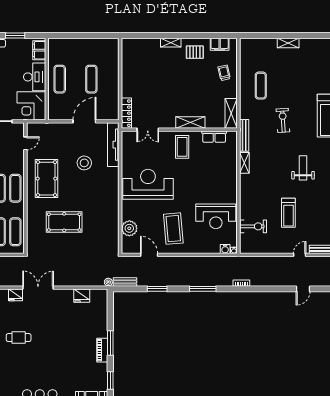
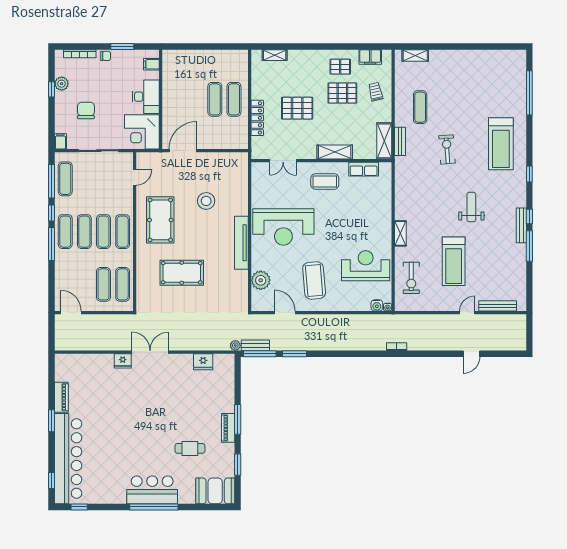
shelving: (171, 43) -> (275, 55), moved
shelving: (288, 43) -> (415, 55), moved
filing cabinet: (39, 50) -> (151, 64), width x0.50
pallet: (197, 74) -> (342, 93), added
exercise mat: (60, 79) -> (234, 99), moved
pallet: (159, 86) -> (297, 108), added
locker: (126, 113) -> (257, 118), moved
door: (84, 121) -> (183, 151), moved
bench: (244, 135) -> (400, 141), moved, width x0.73
tv unit: (113, 145) -> (241, 243), moved
coffee table: (182, 147) -> (325, 181), turned 90
shelving: (244, 163) -> (400, 233), moved
reception desk: (148, 184) -> (283, 227), turned 180
treadmill: (288, 213) -> (454, 261), width x1.37, depth x1.38
reception desk: (216, 216) -> (366, 266), turned 180
exercise bike: (253, 226) -> (411, 278), turned 90
window: (203, 289) -> (260, 354), moved
cafe table: (19, 338) -> (190, 448), moved

